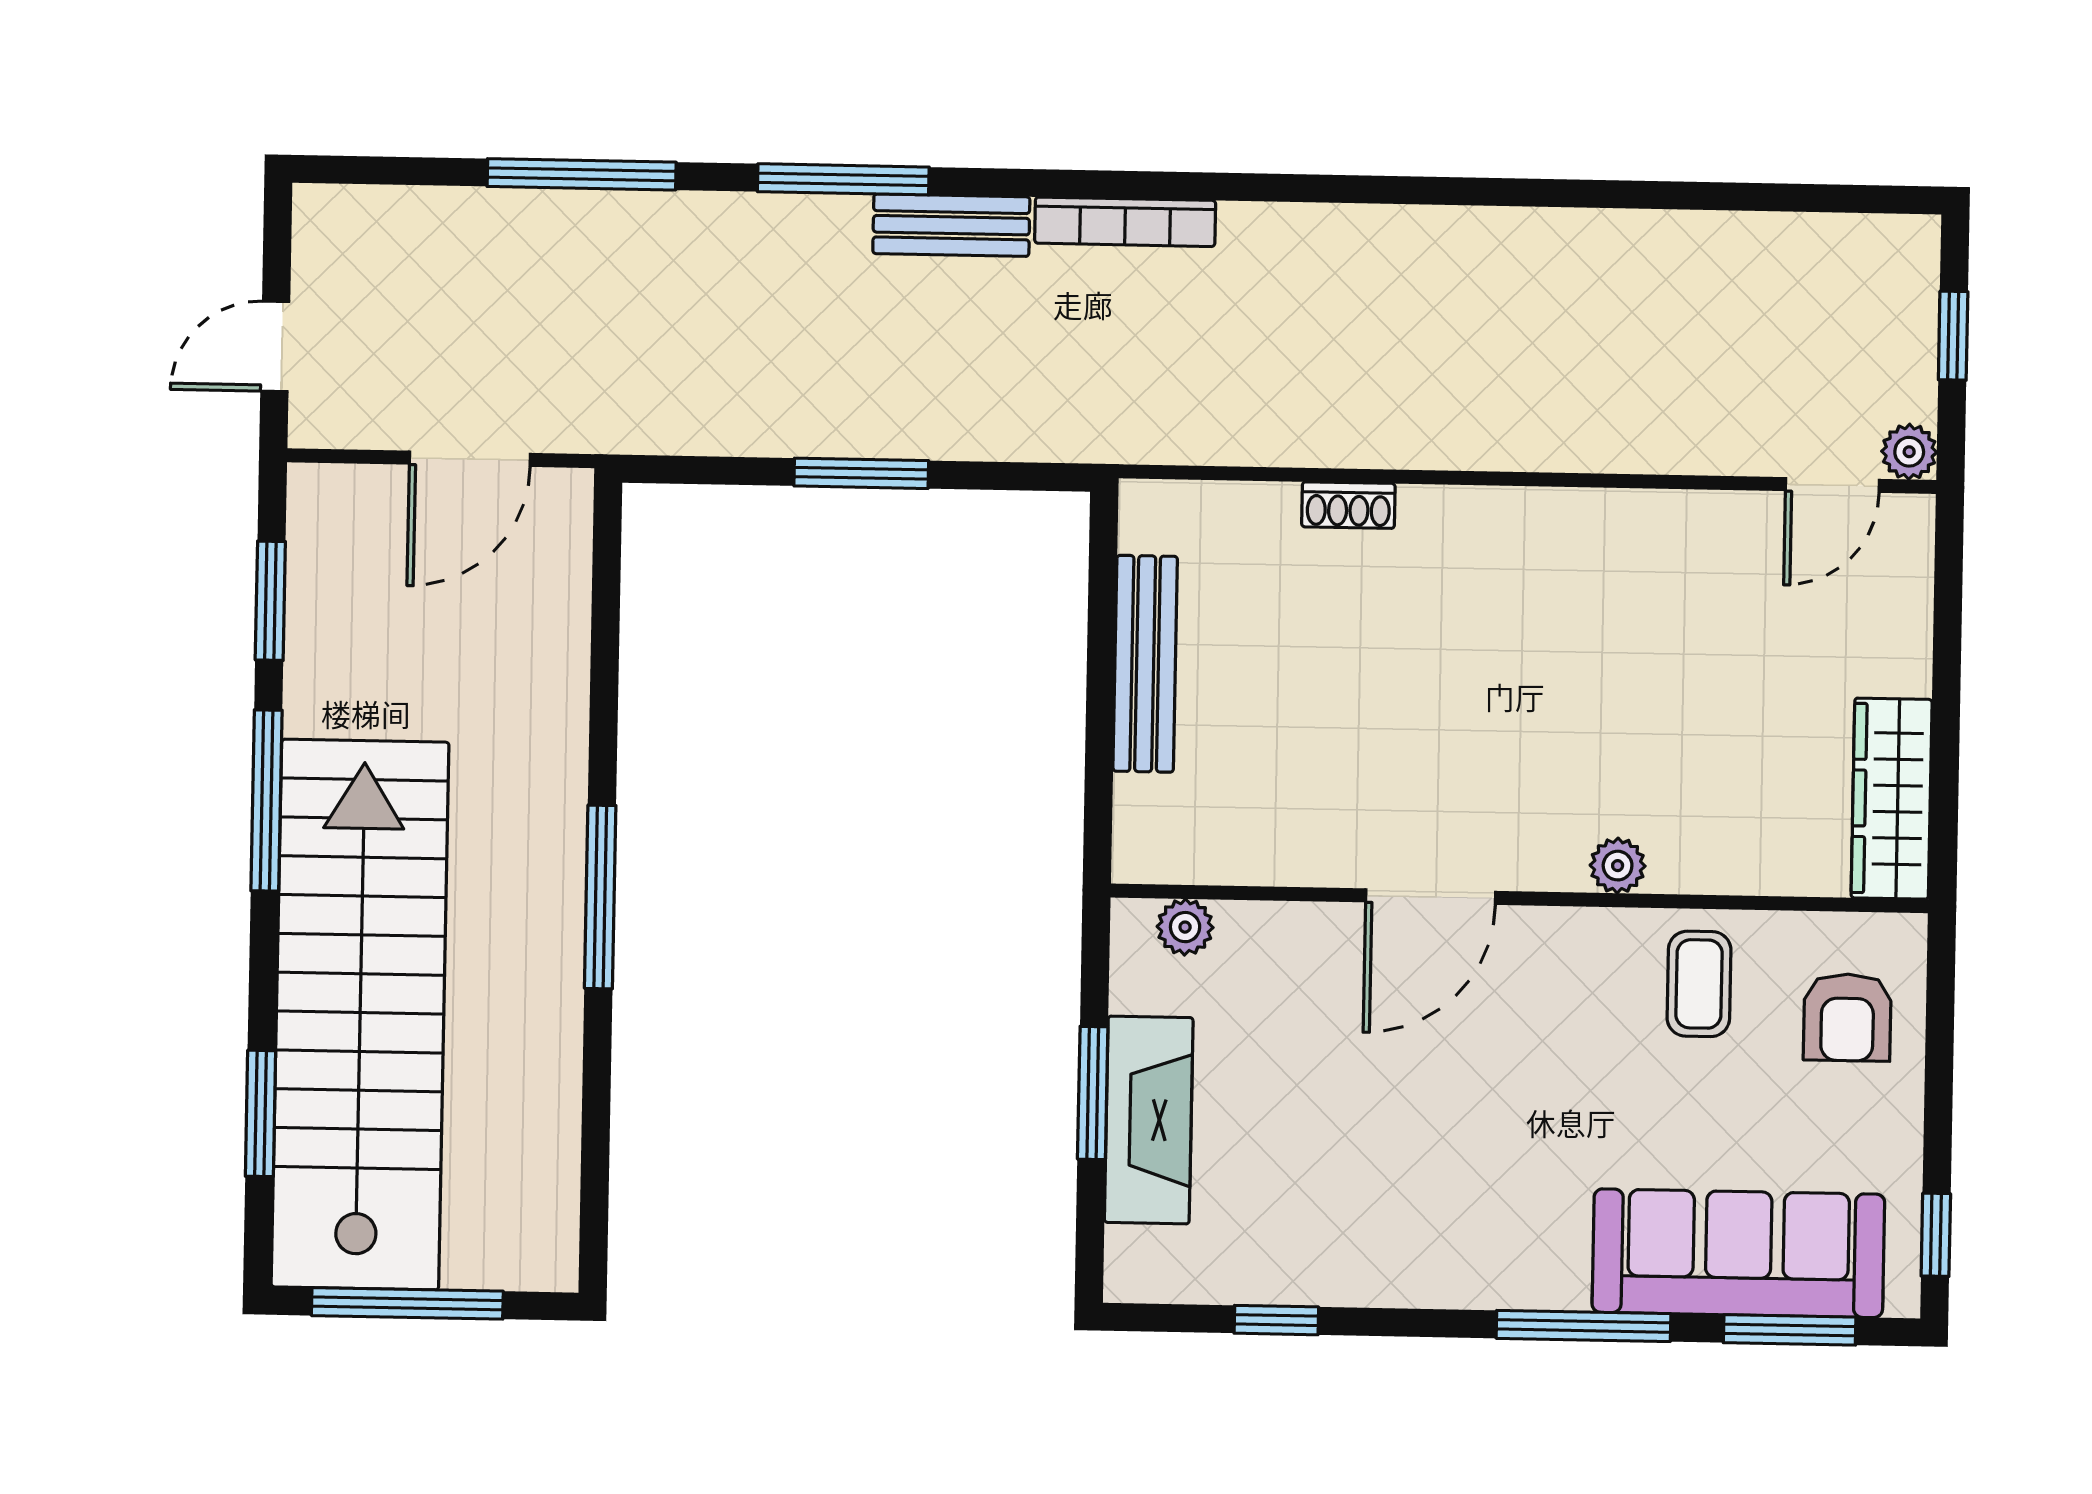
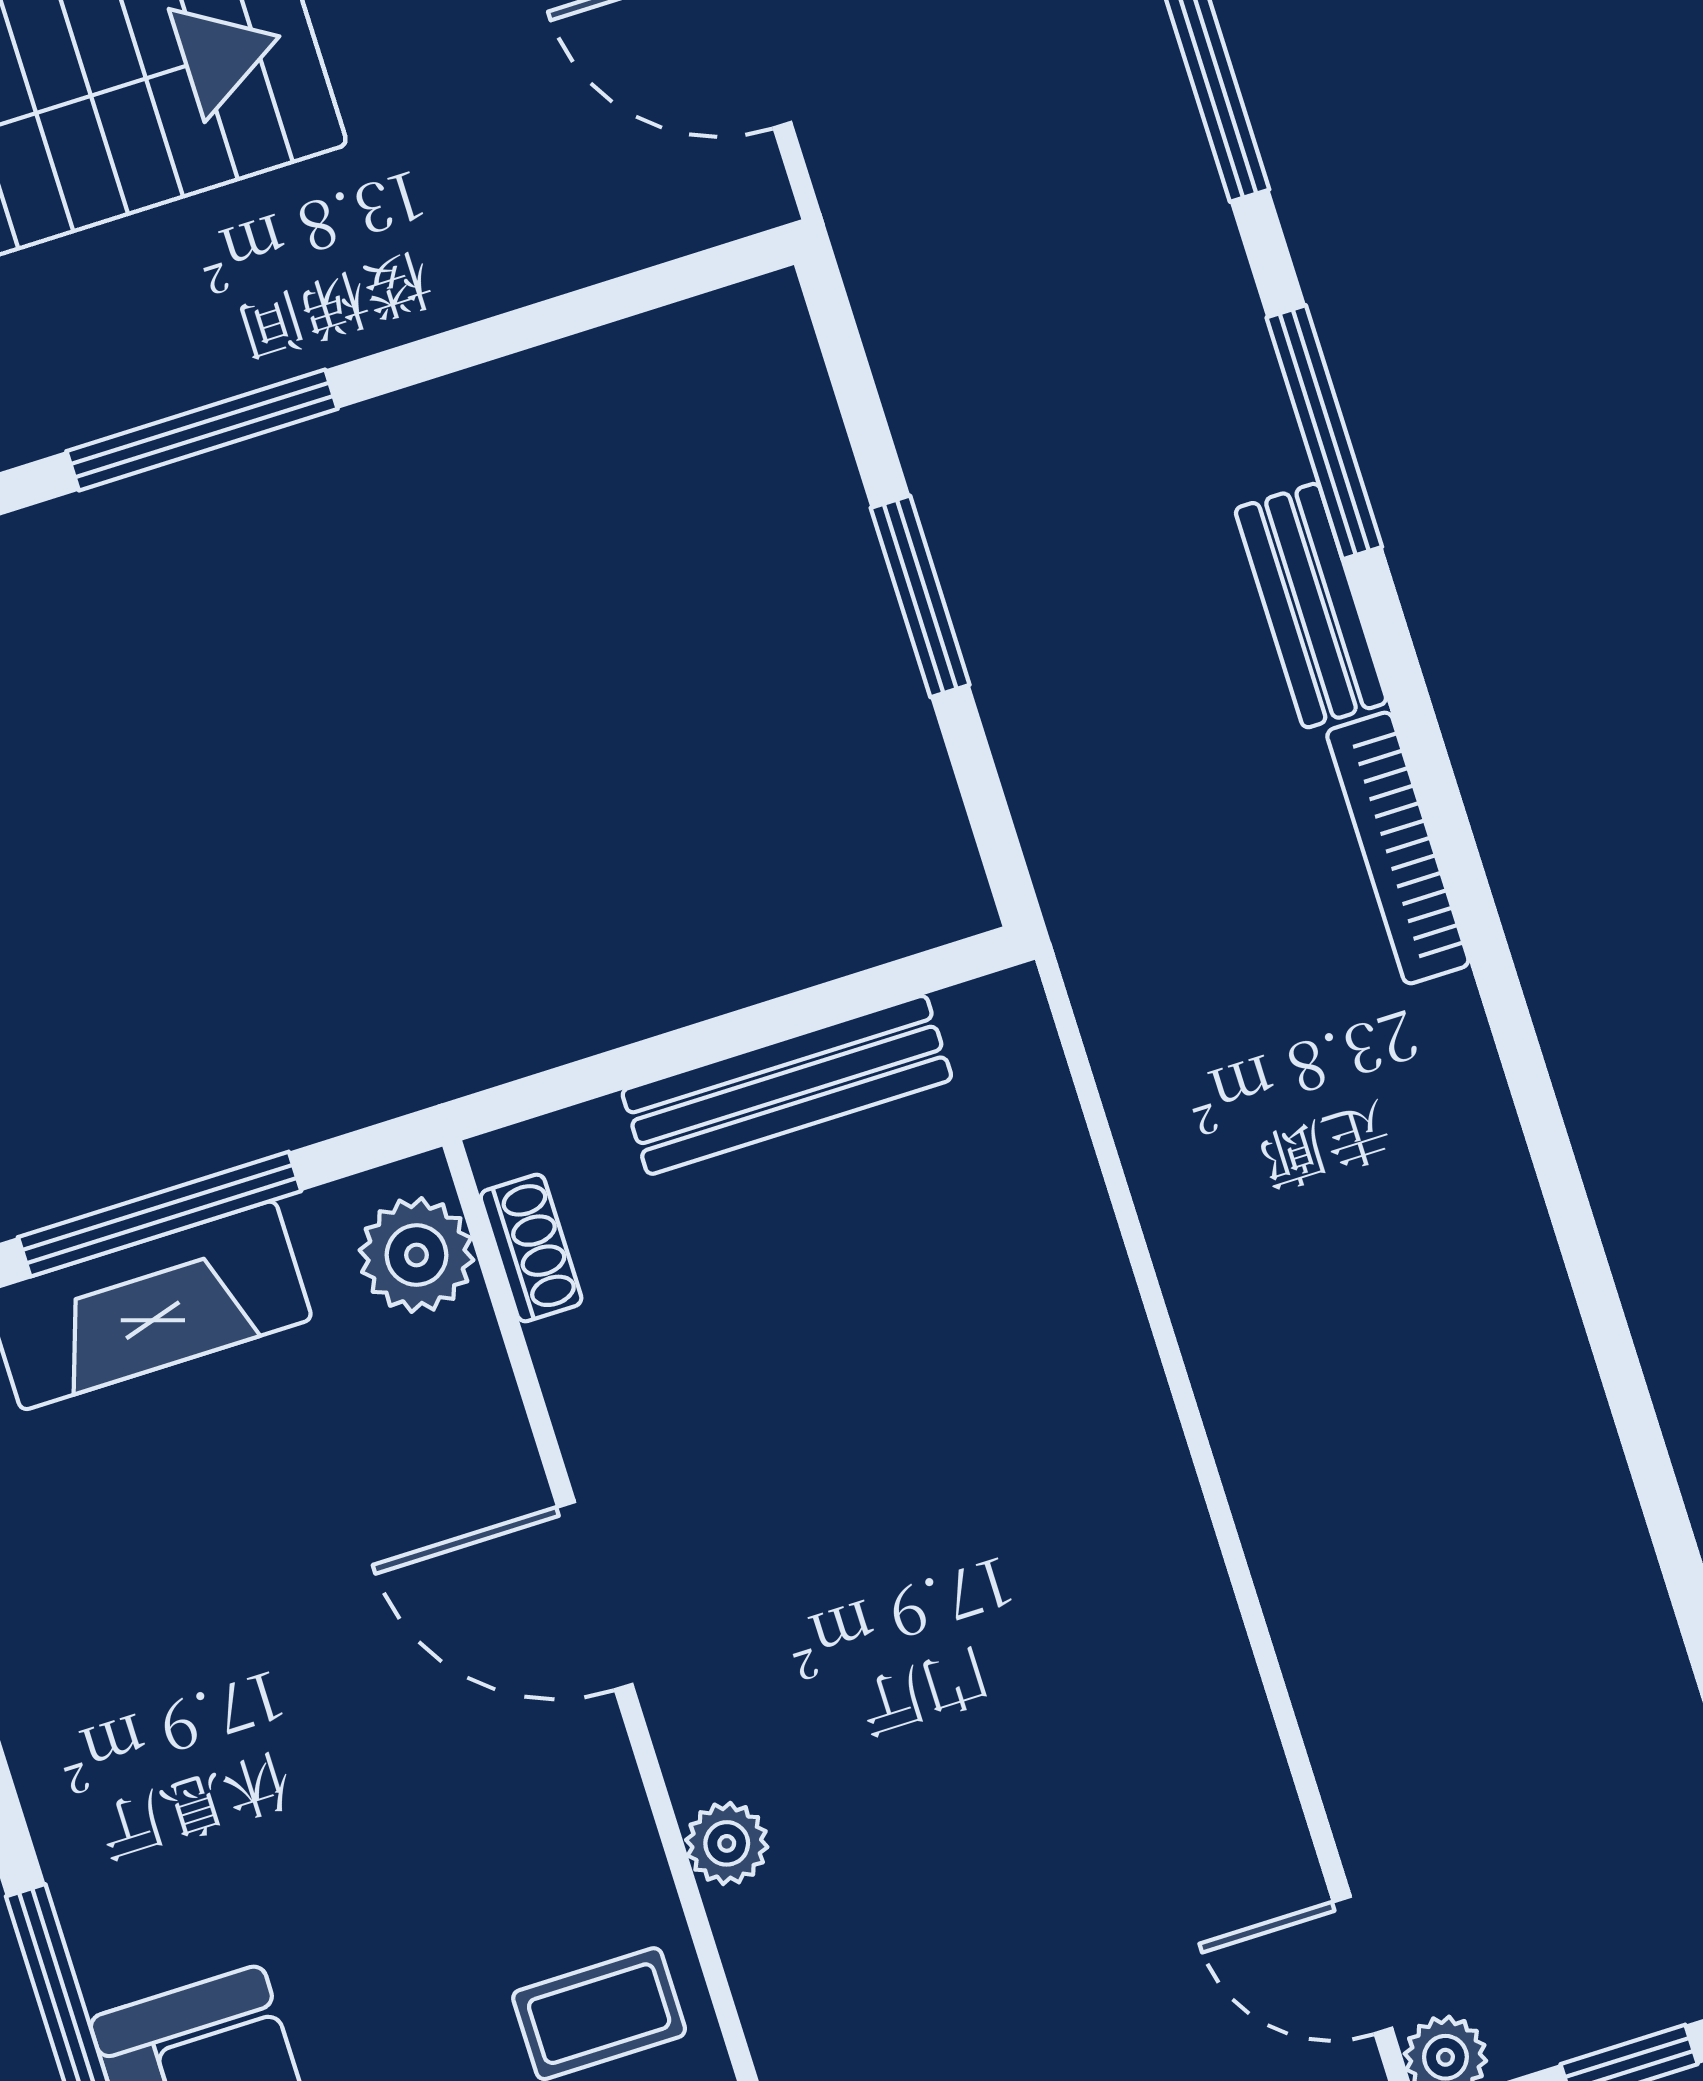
shoe rack: (1348, 505) -> (531, 1248), moved, turned 180
plant: (1185, 927) -> (417, 1255), width x1.38, depth x1.38
window: (1093, 1093) -> (160, 1214), width x1.44

